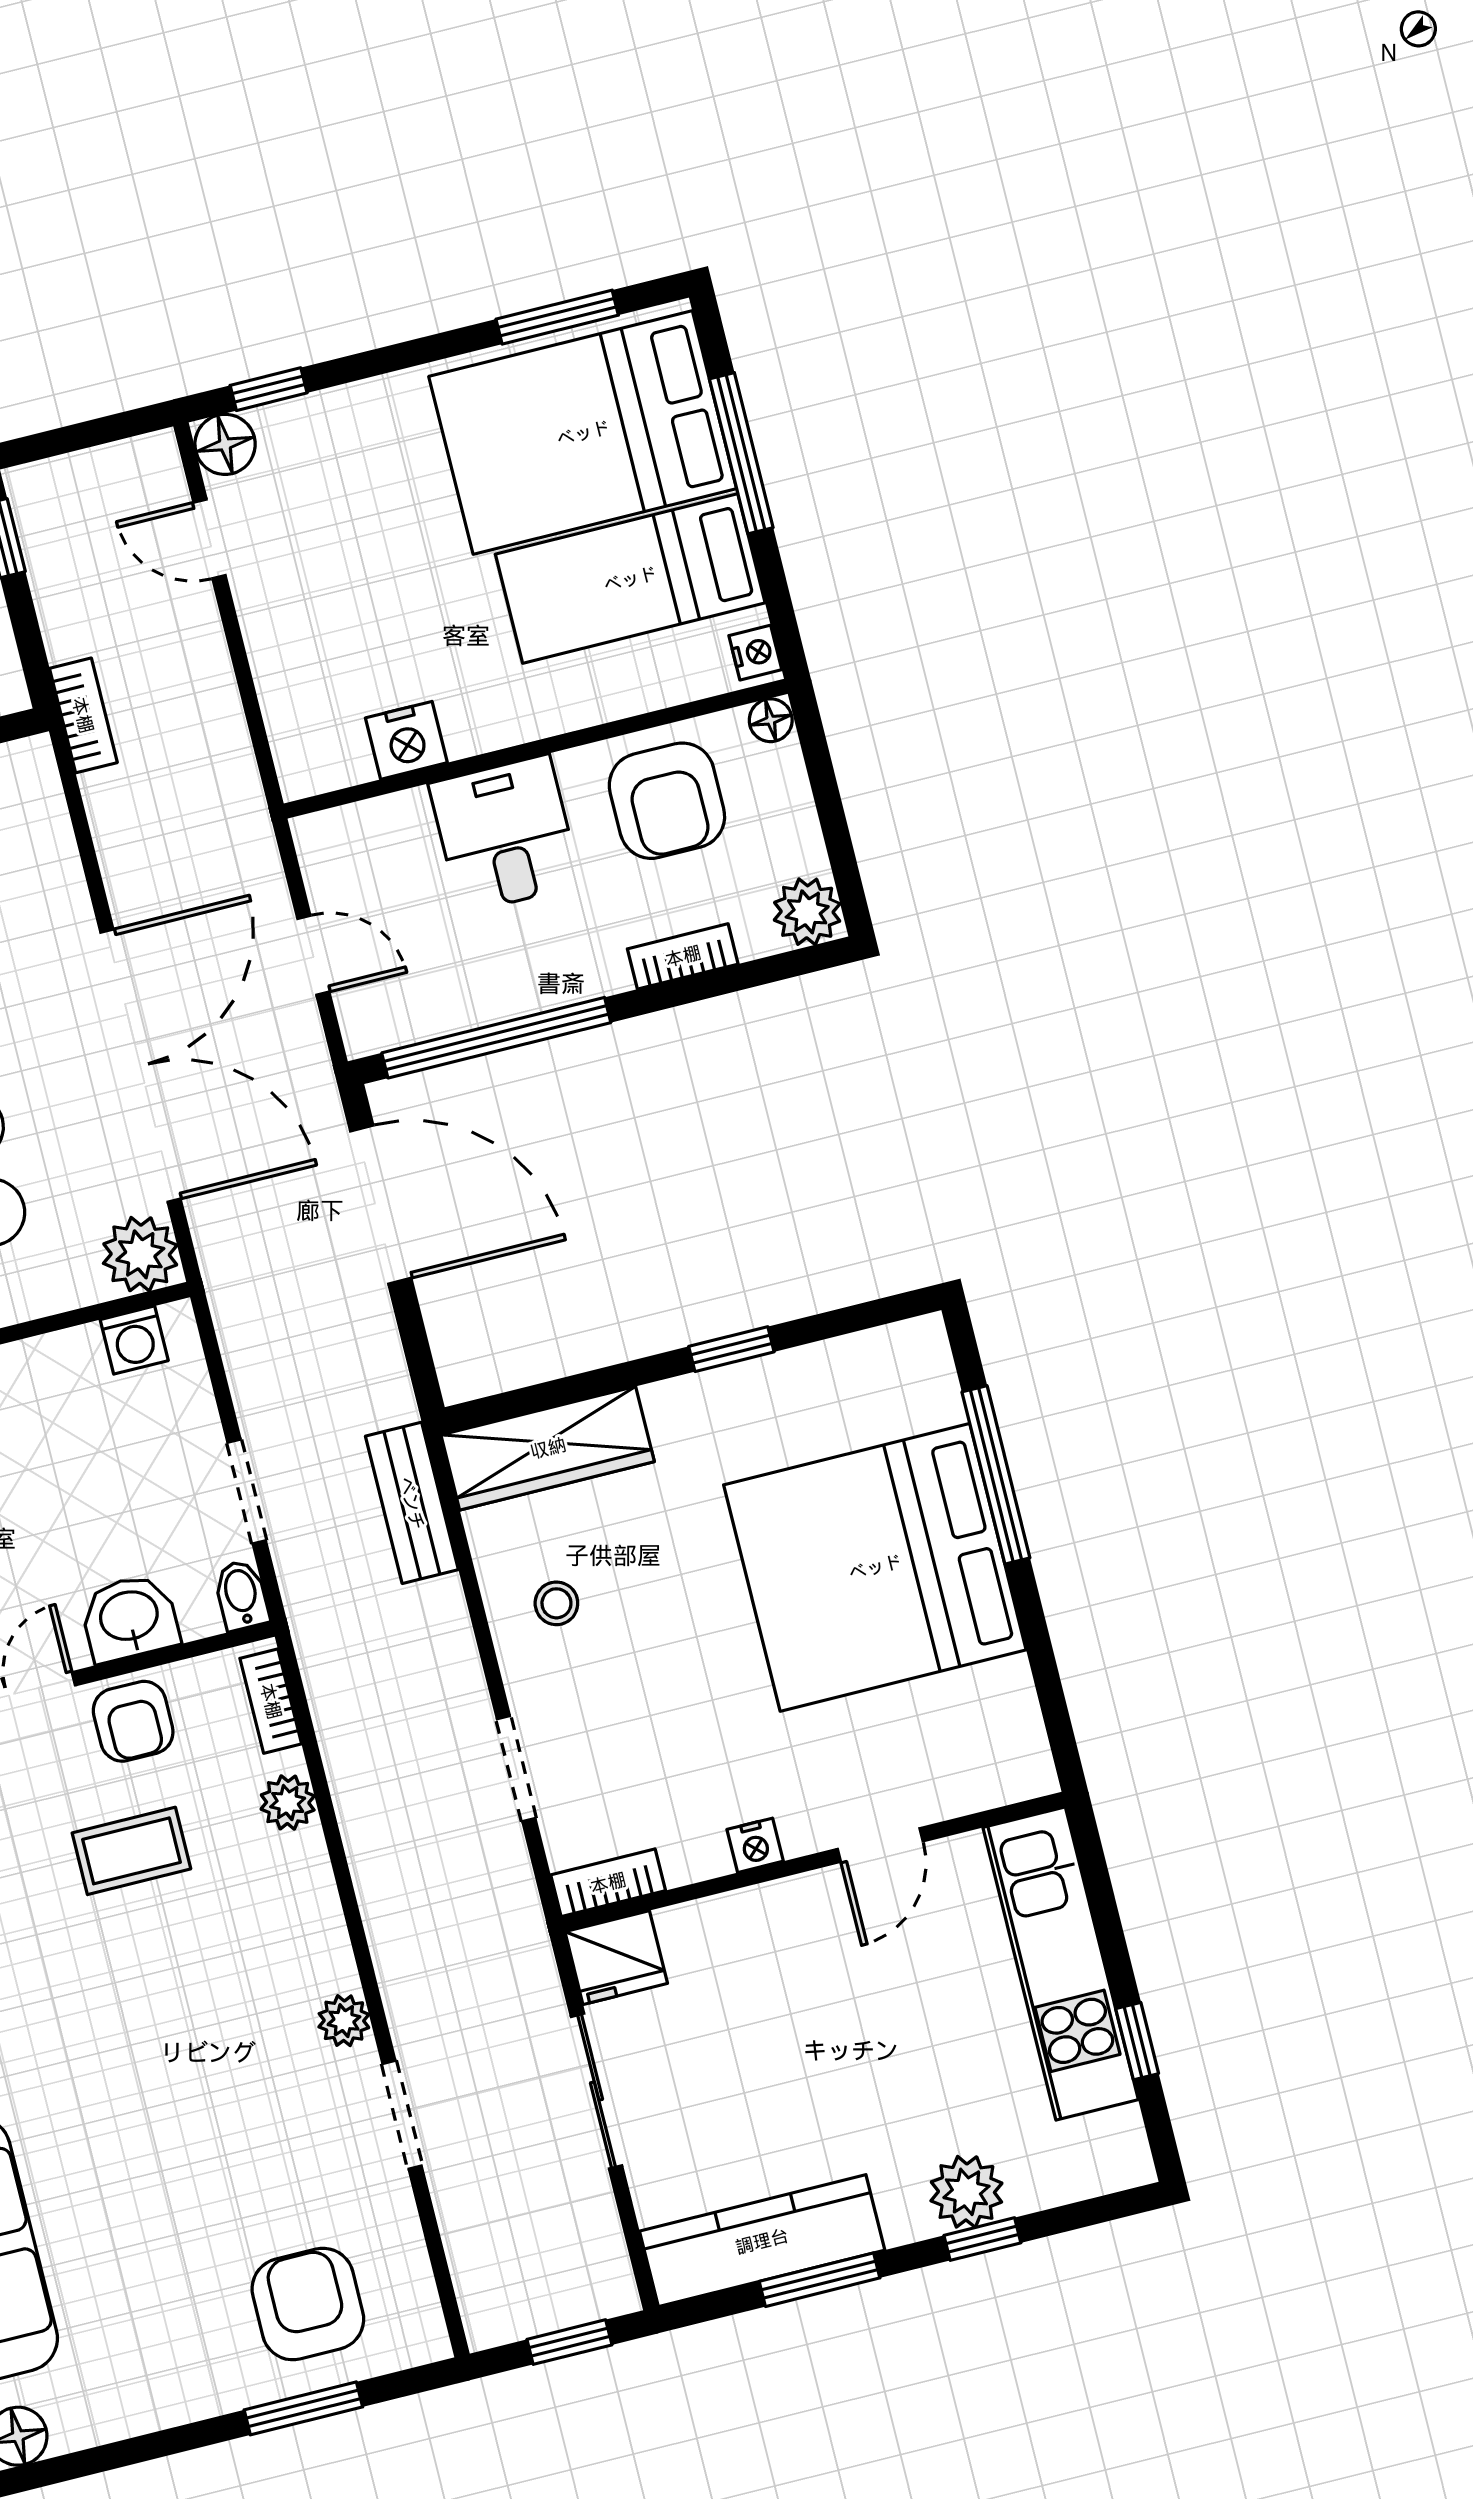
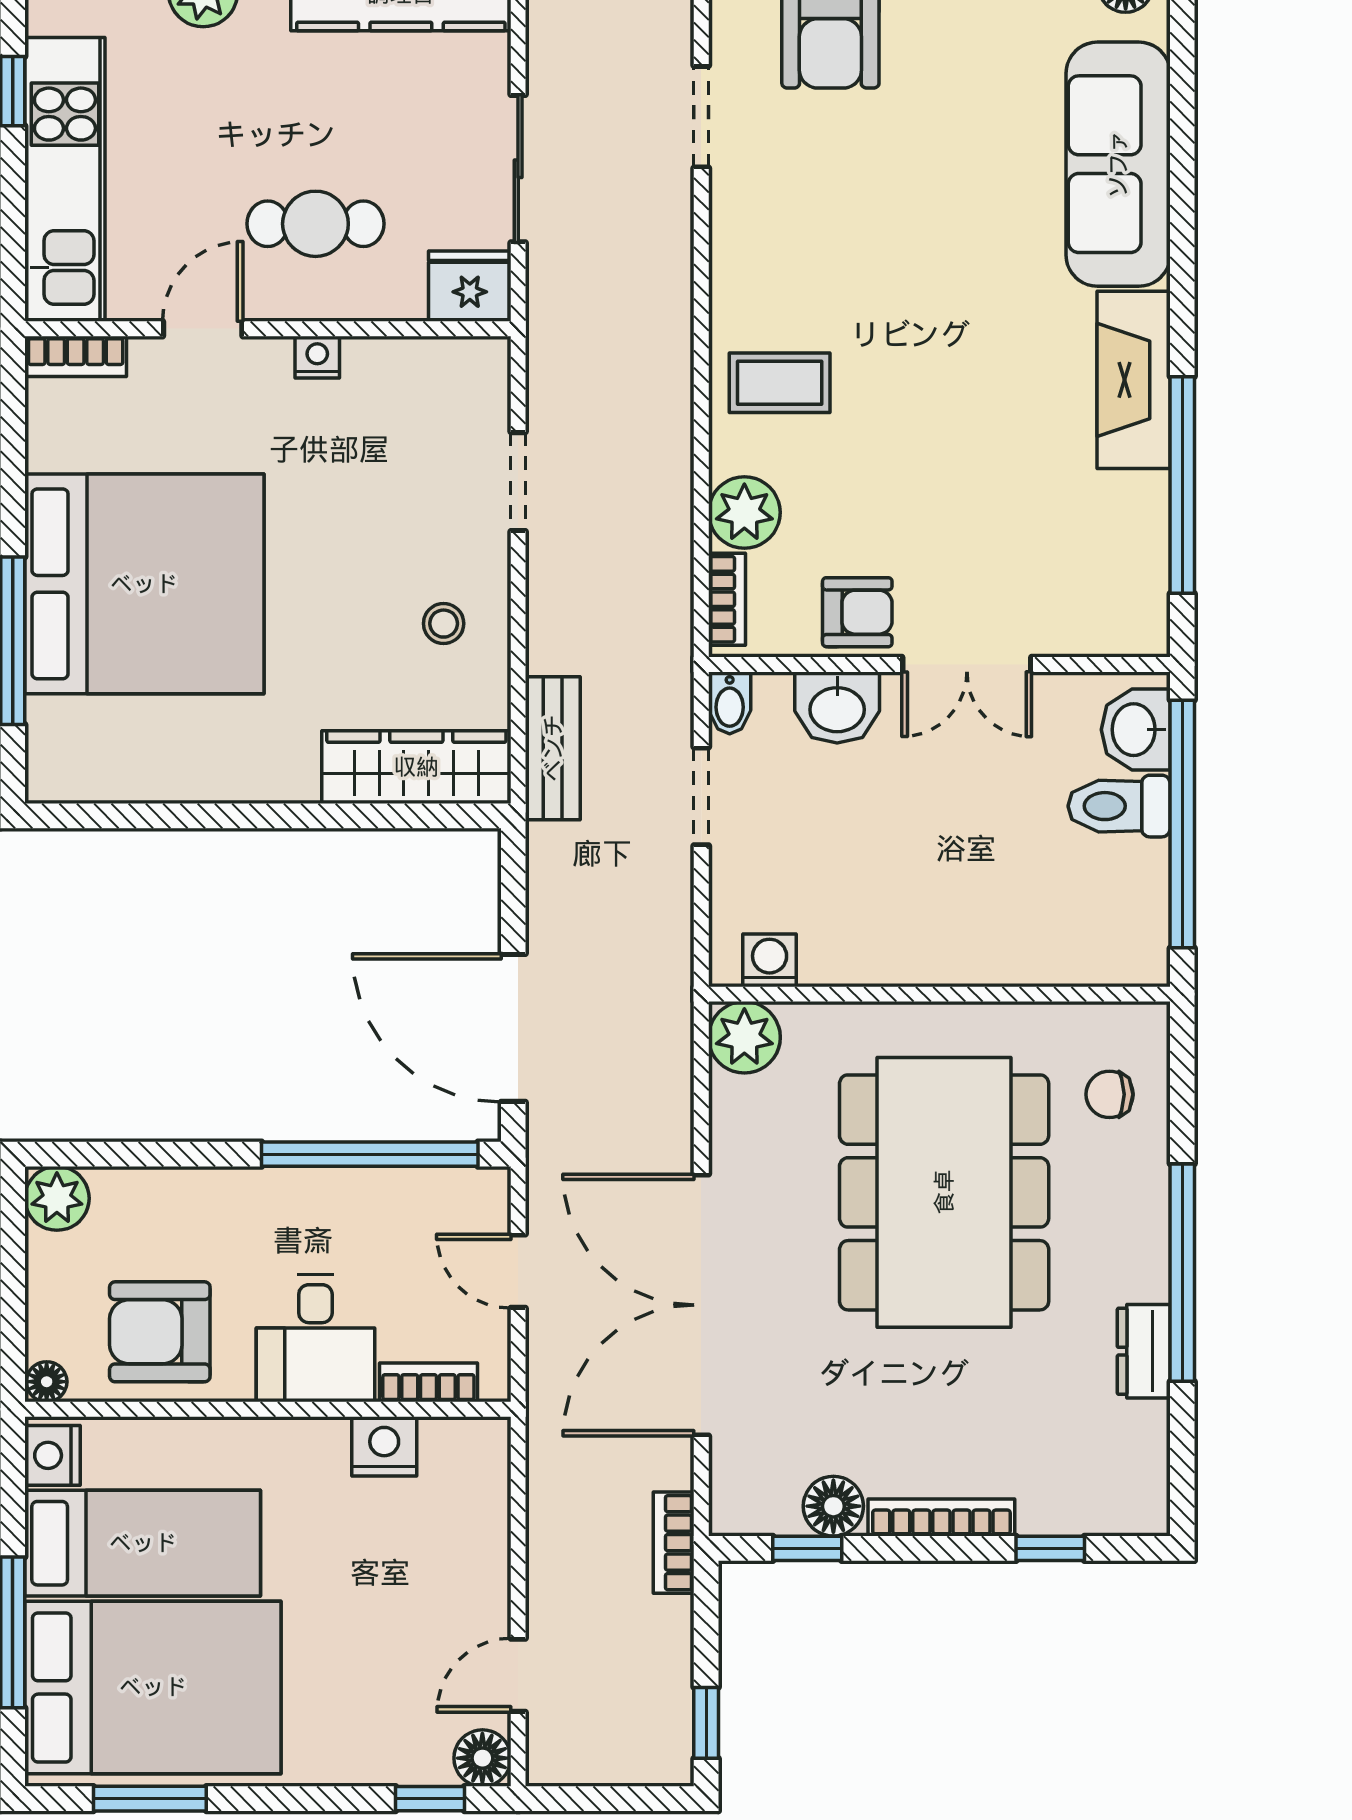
door: (210, 539) -> (518, 1675), swing flipped
nightstand: (755, 653) -> (52, 1455), width x1.39, depth x1.35
armchair: (667, 801) -> (160, 1332), turned -90
bookcase: (683, 956) -> (428, 1382), moved, turned 180
double door: (140, 1066) -> (701, 1305), moved
window: (731, 1349) -> (226, 816), removed
armchair: (133, 1721) -> (857, 612), turned 90
plant: (288, 1802) -> (744, 512), width x1.38, depth x1.38
coffee table: (131, 1851) -> (780, 383), moved
bookcase: (608, 1883) -> (76, 356), moved
cafe table: (791, 1982) -> (315, 224), added
plant: (344, 2021) -> (733, 291), removed
doorway: (402, 2115) -> (701, 117), moved

